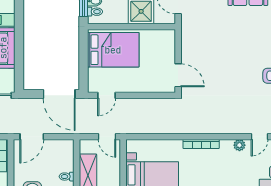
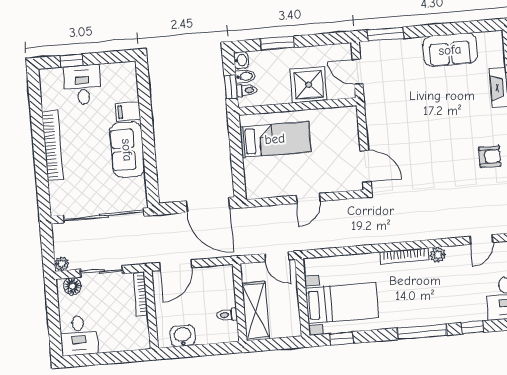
bed: (113, 50) -> (275, 139), width x0.67
door: (107, 95) -> (308, 198), moved
plant: (239, 145) -> (438, 255), moved

